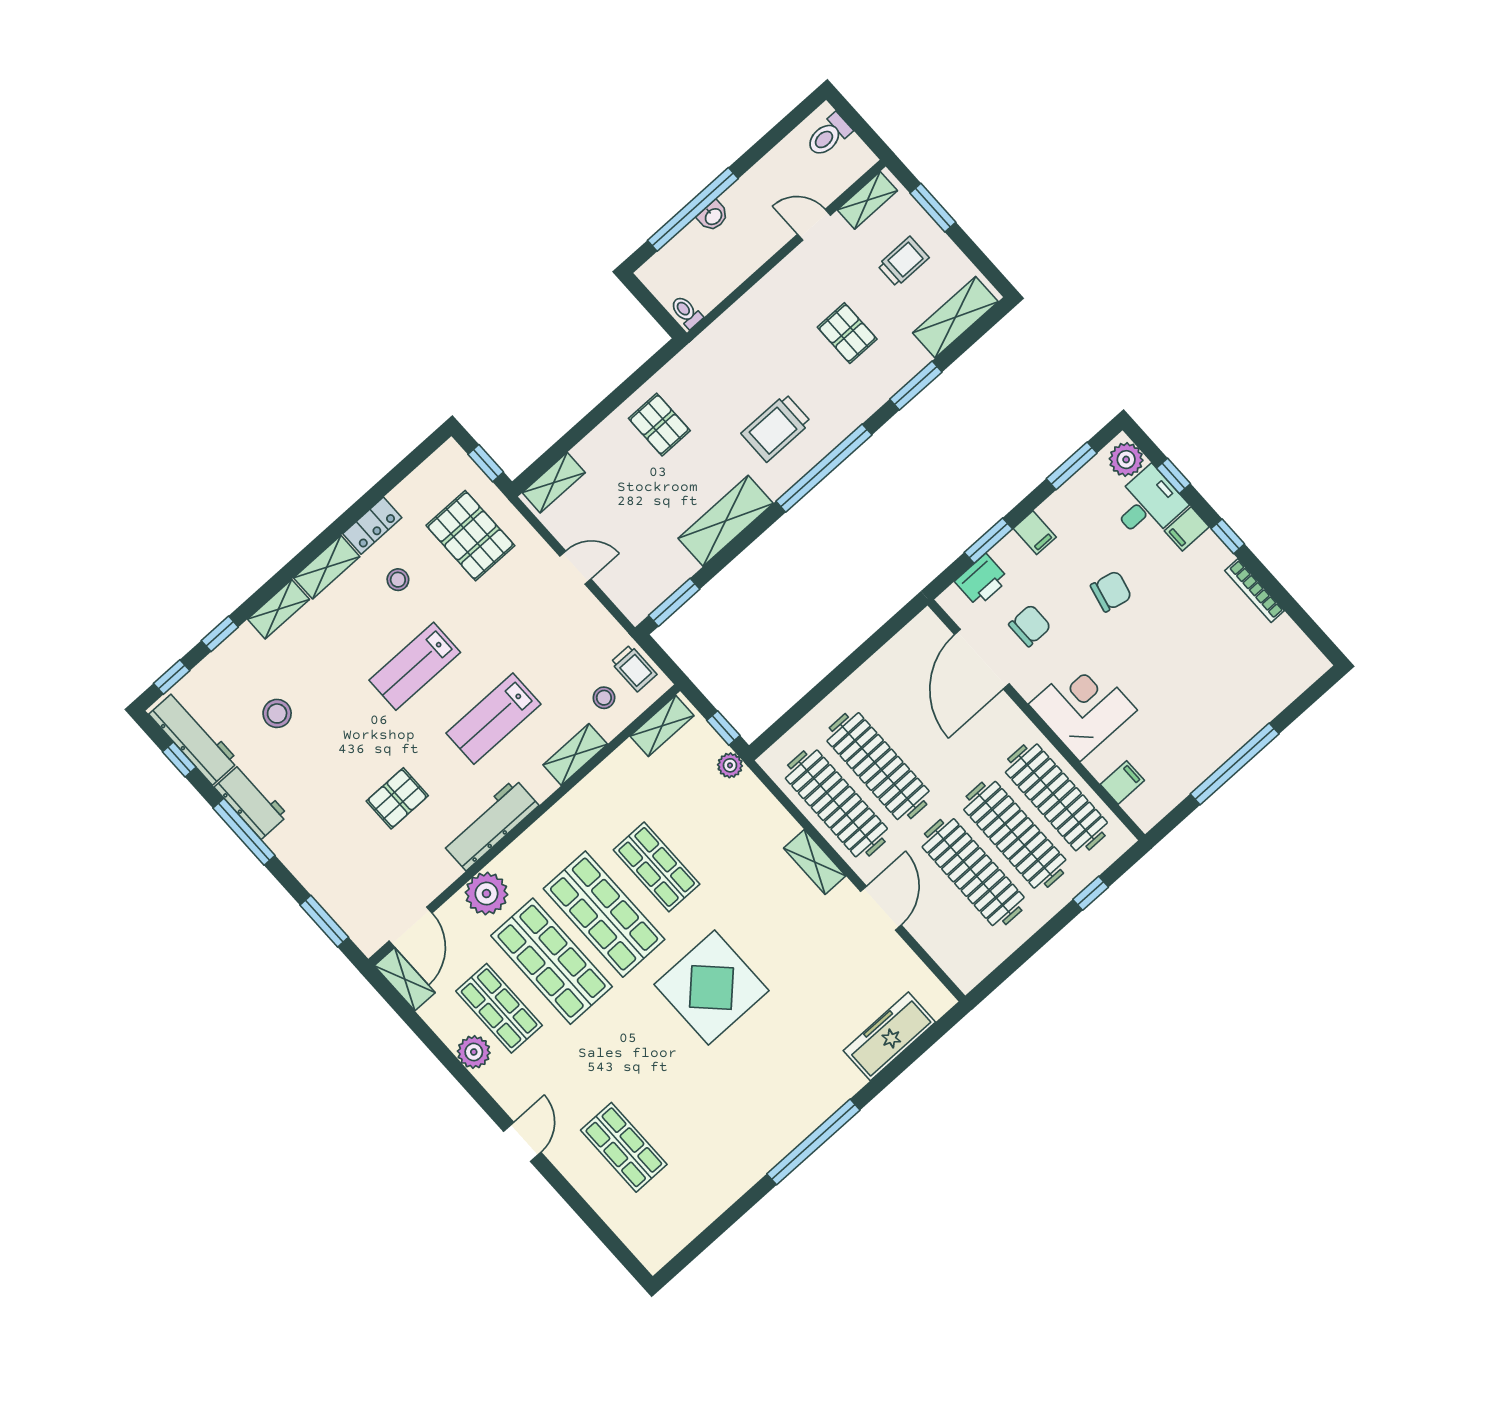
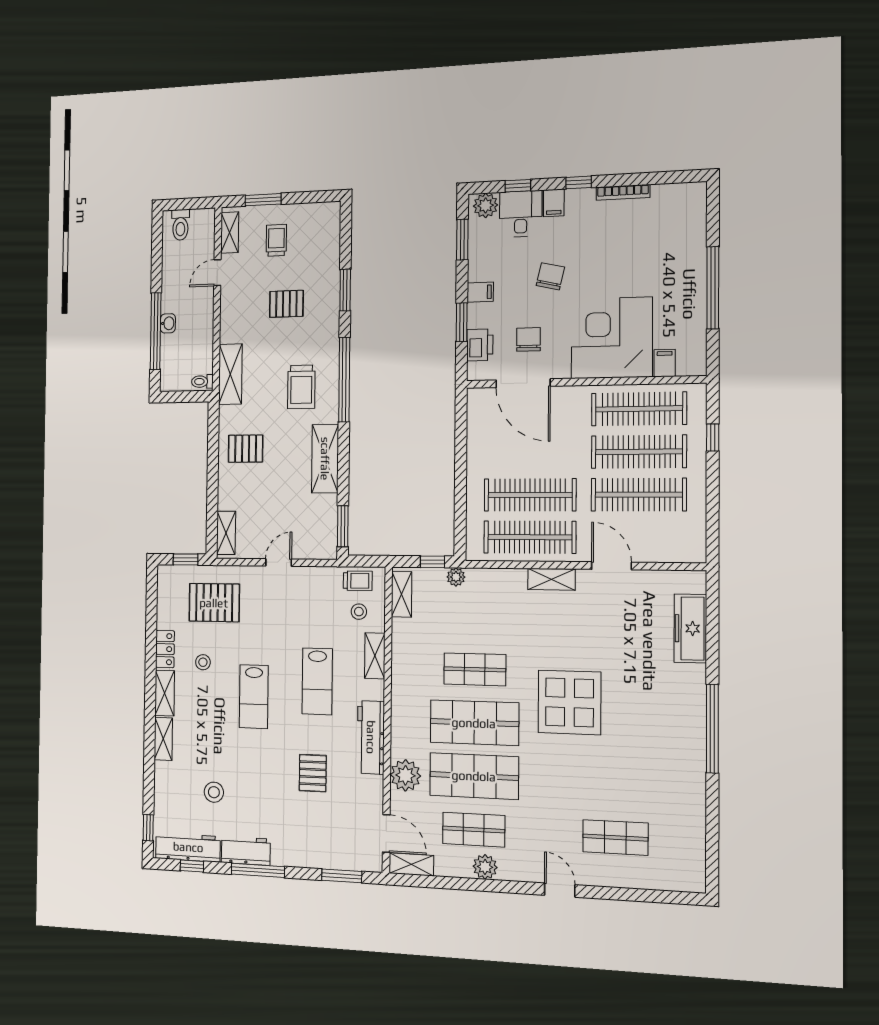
shelving: (955, 317) -> (230, 374), moved
window: (220, 634) -> (149, 781), removed
corner desk: (1083, 707) -> (612, 338), width x1.36, depth x1.36

